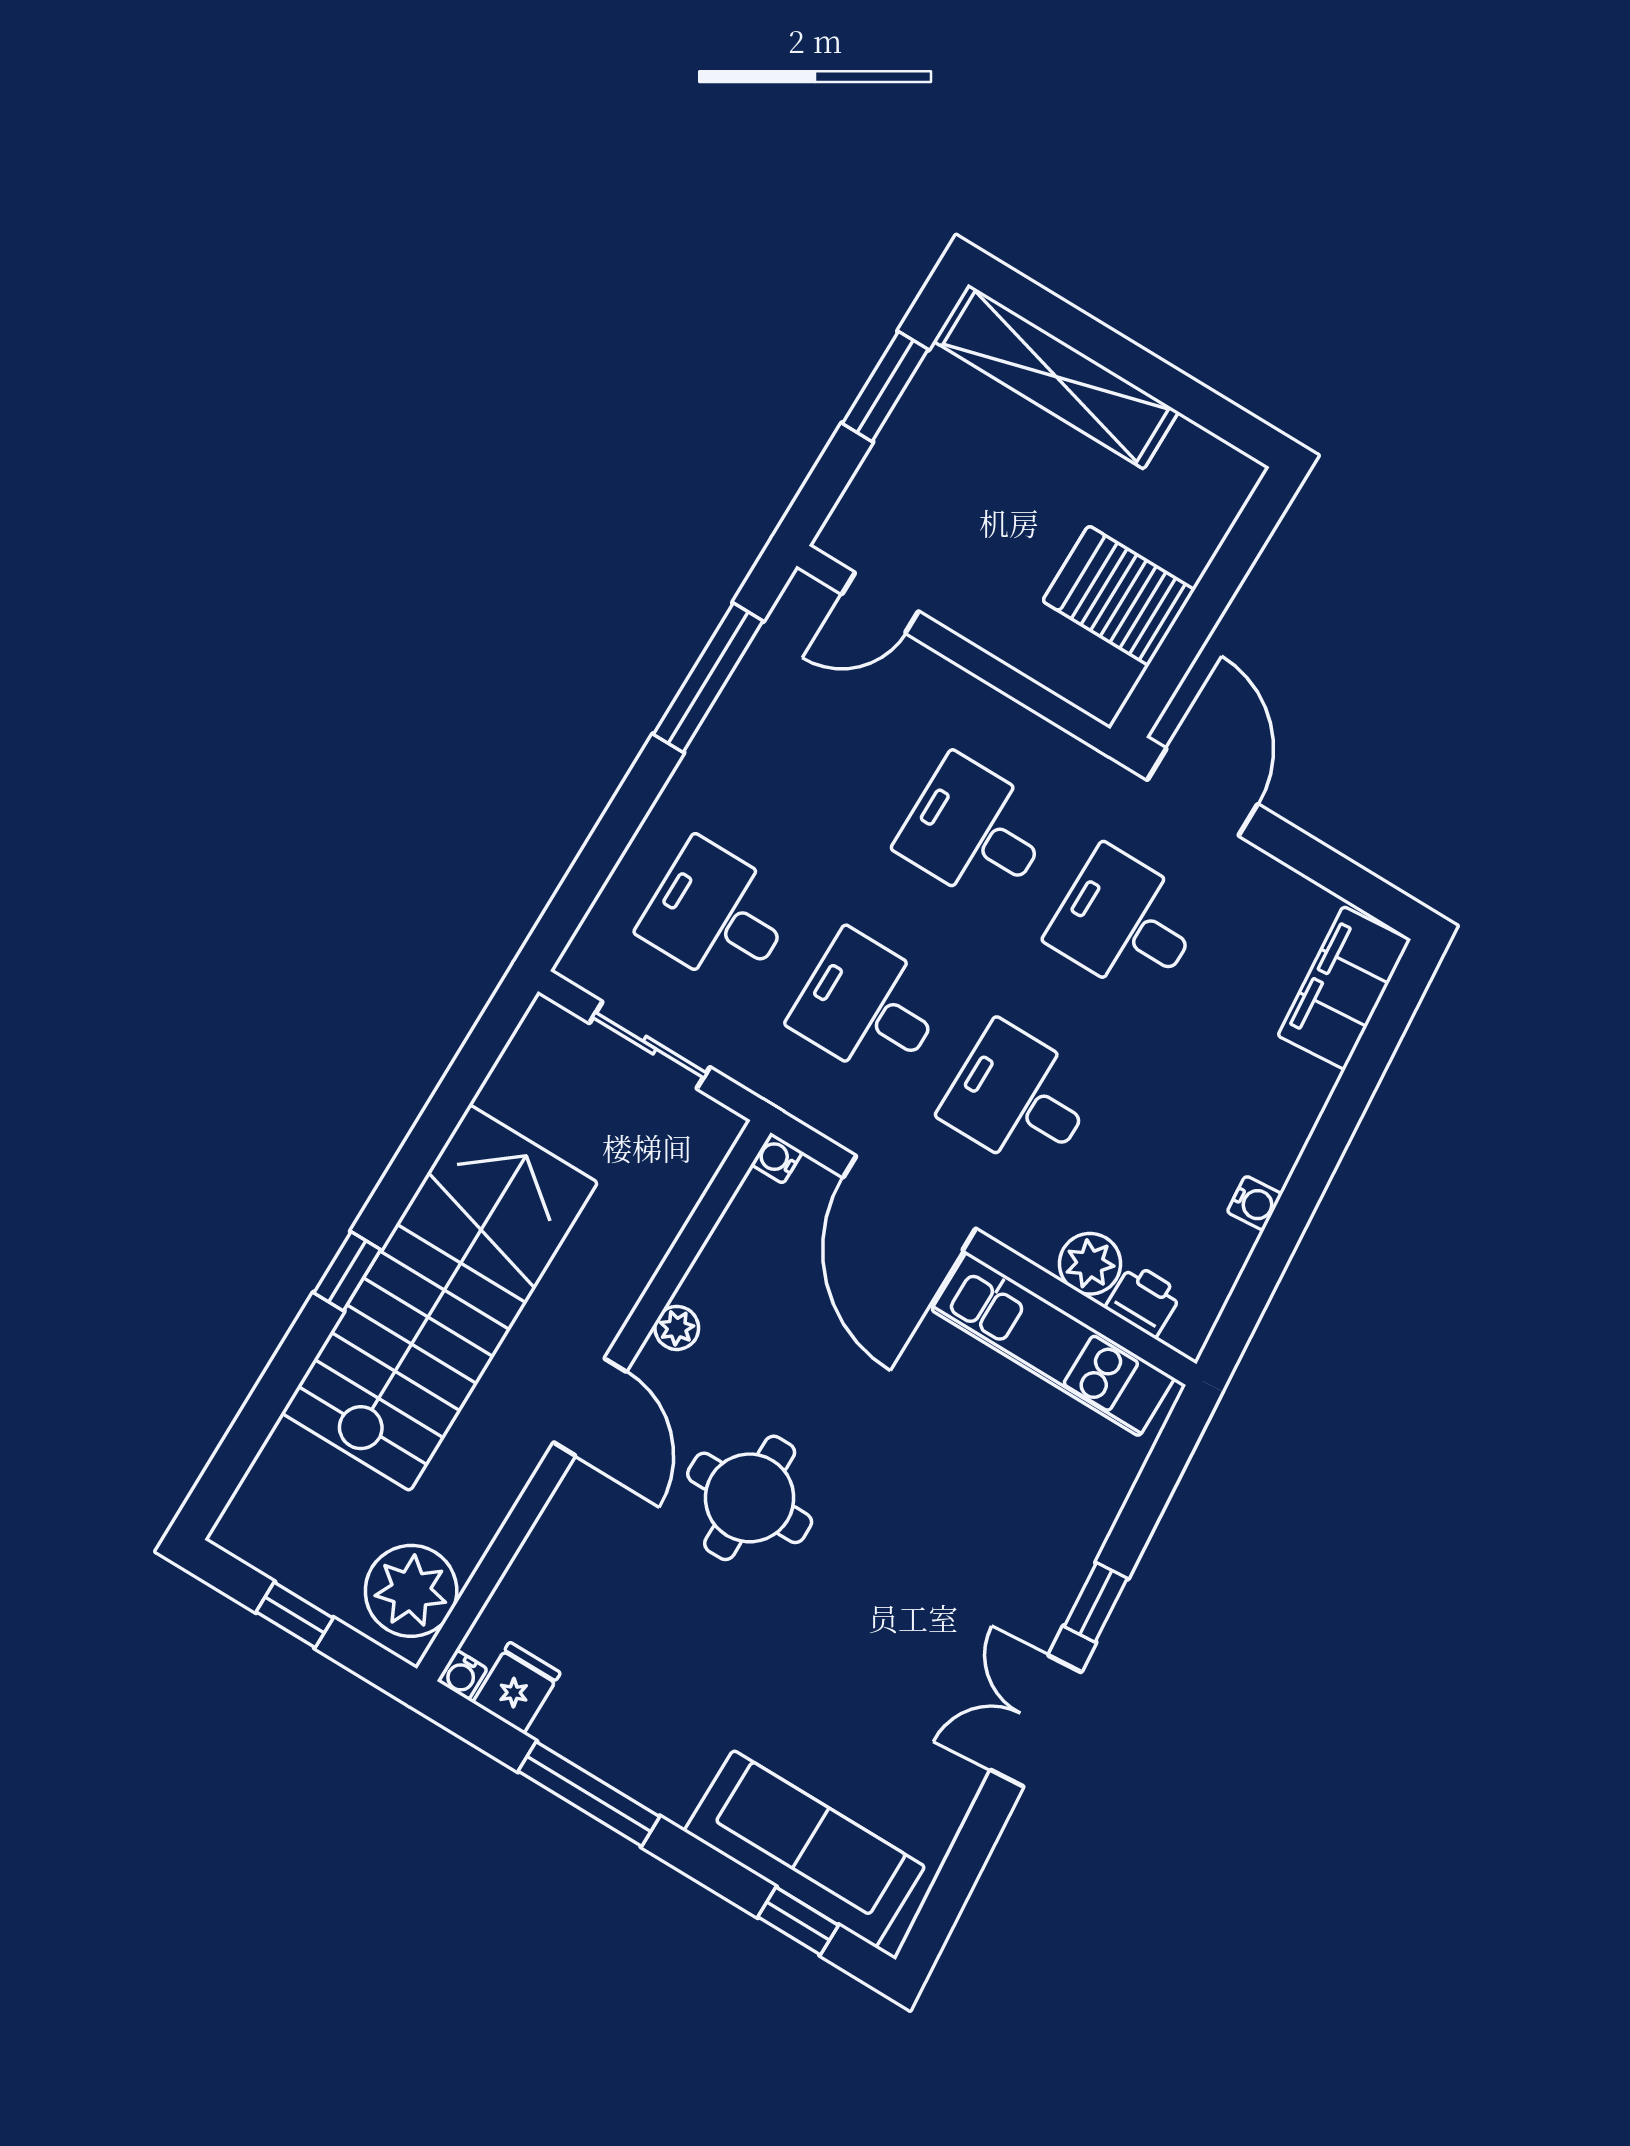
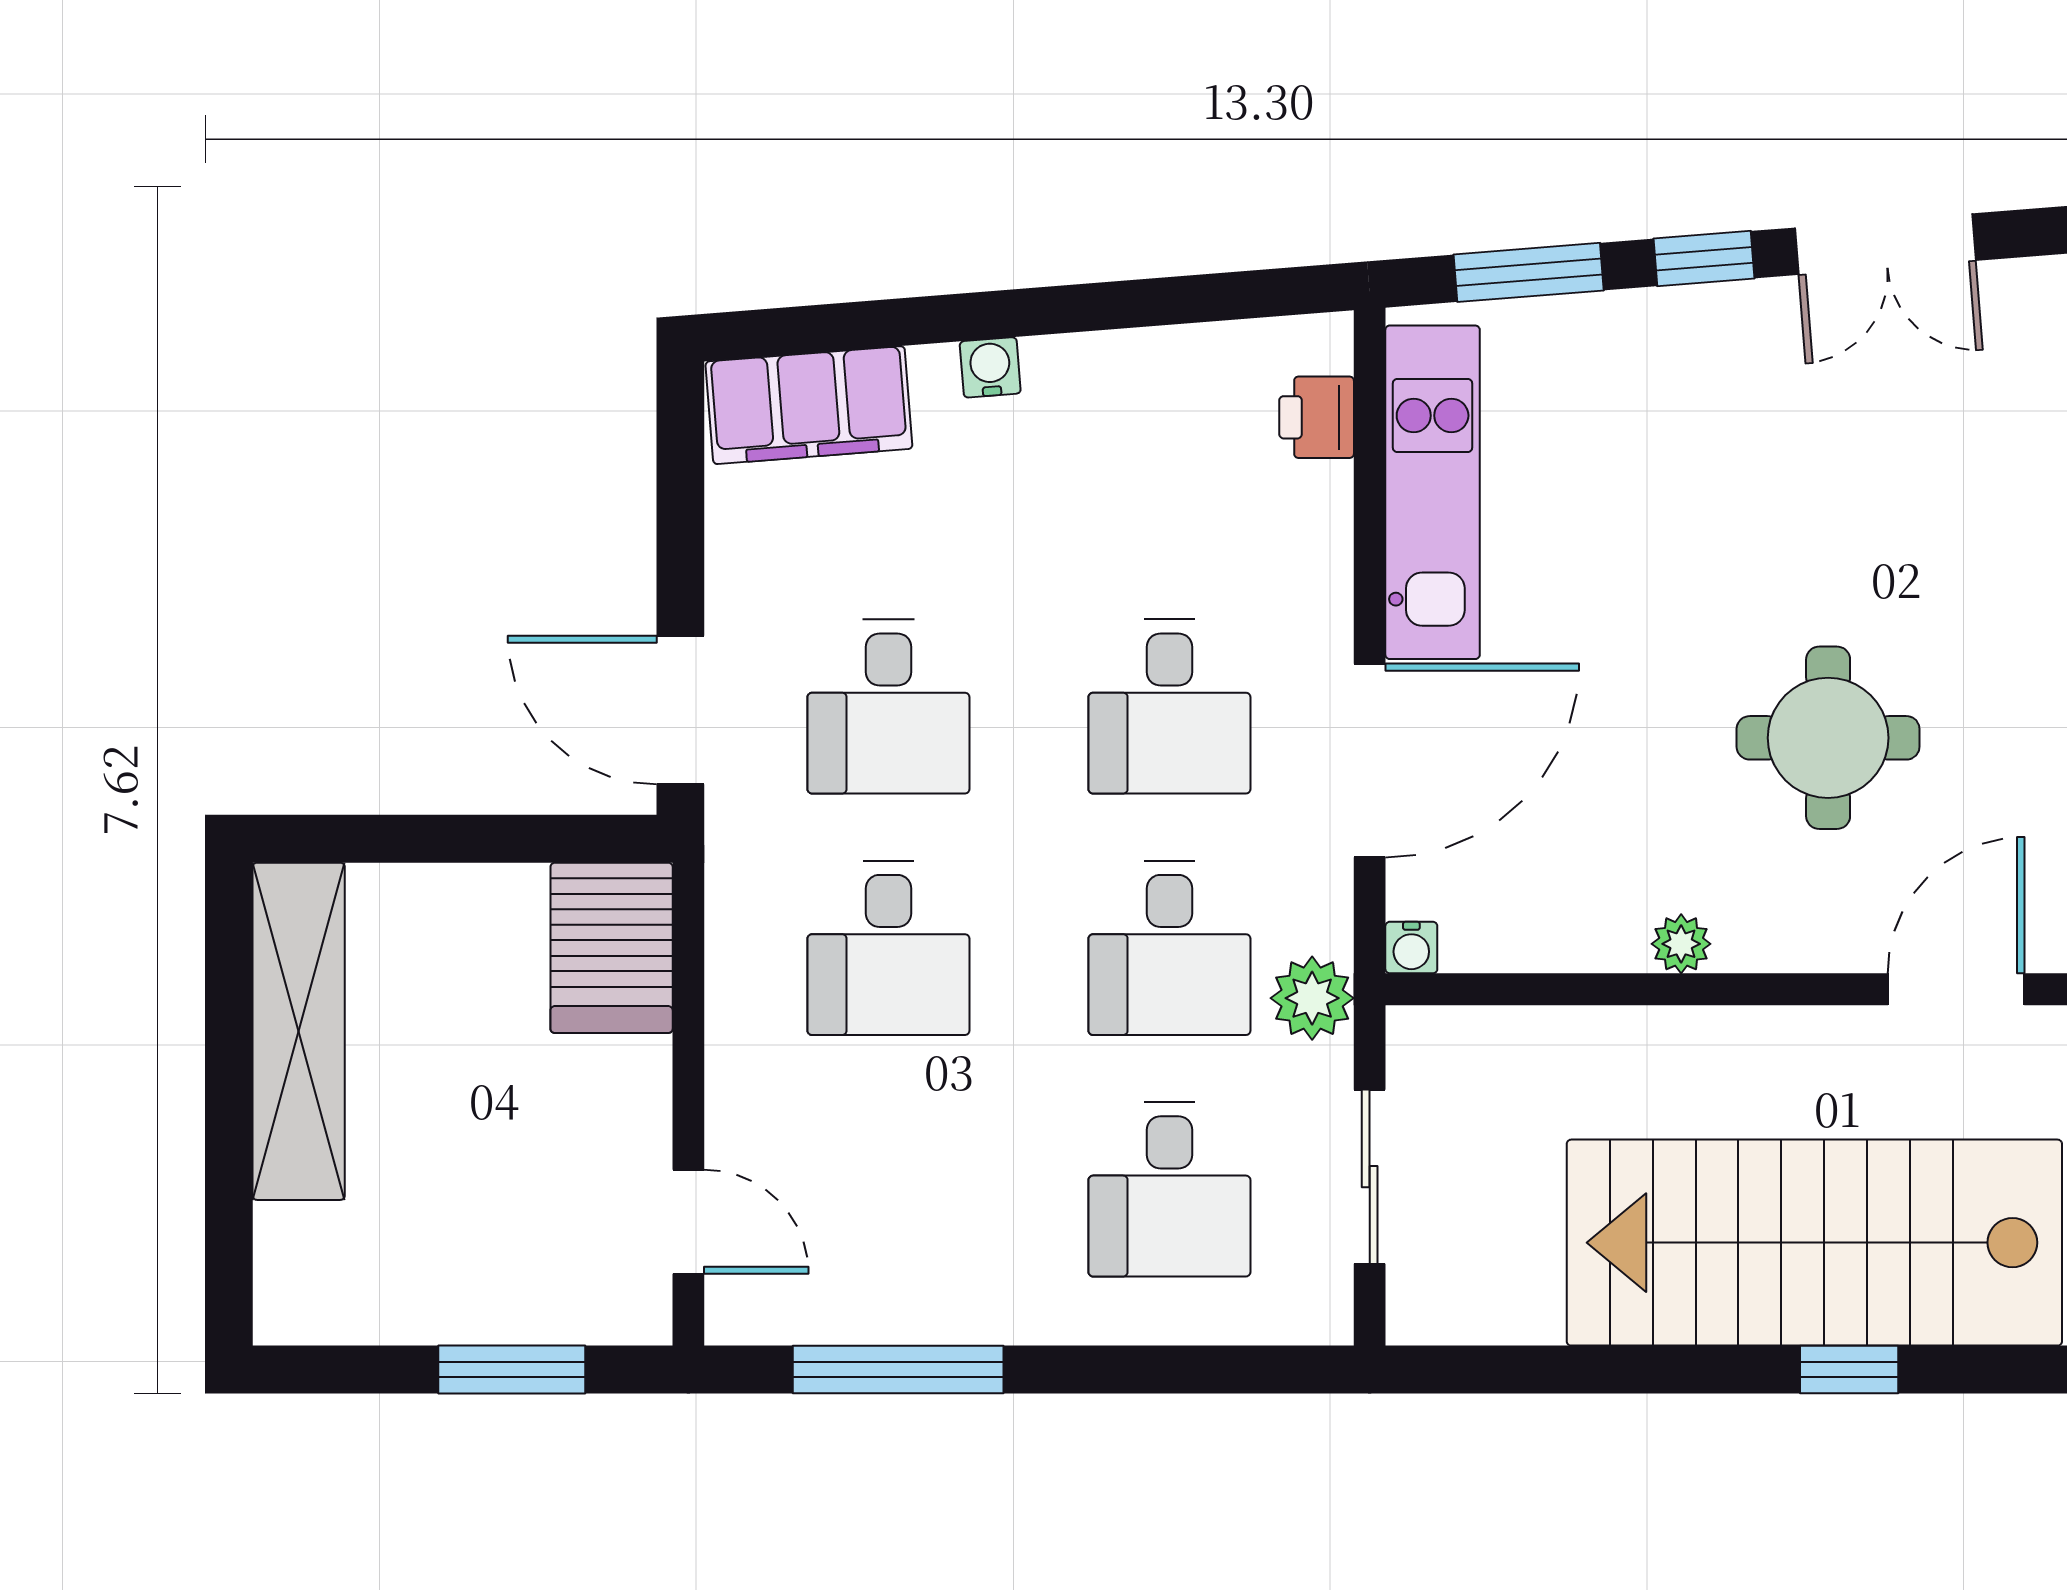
shelving: (1056, 377) -> (299, 1031), moved
window: (885, 386) -> (512, 1370), moved
server rack: (1119, 596) -> (612, 948), moved
door: (1202, 792) -> (680, 710), hinge flipped
water cooler: (1255, 1203) -> (990, 367), moved
plant: (1090, 1264) -> (1312, 998), moved
door: (590, 1407) -> (1956, 989), moved
window: (1154, 1488) -> (1529, 272), added

